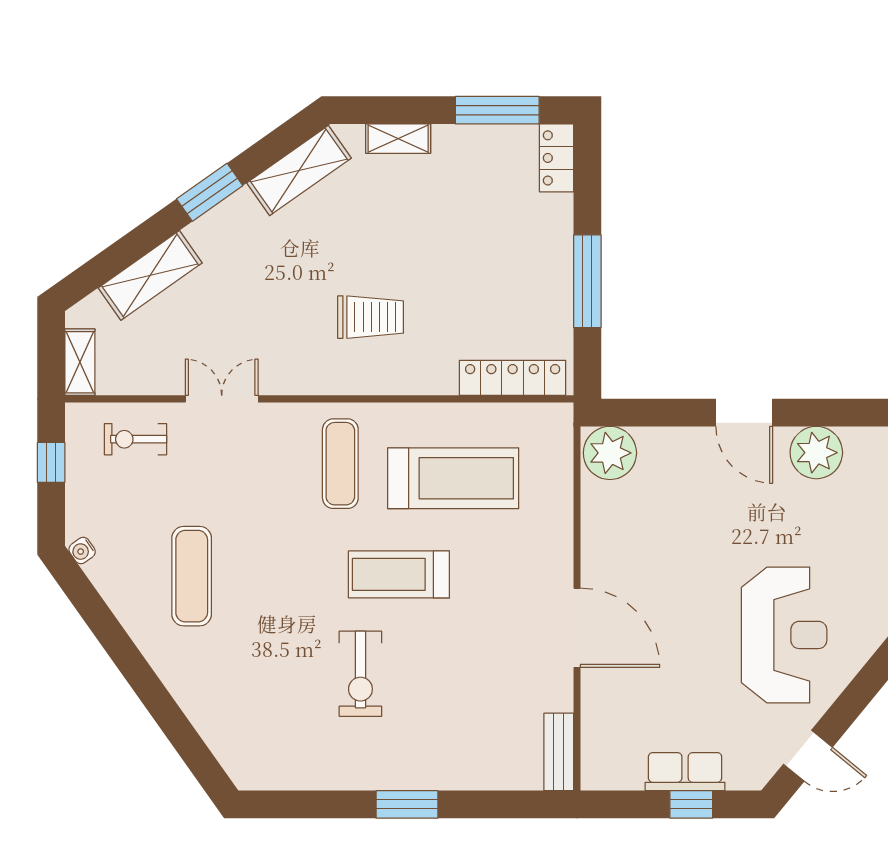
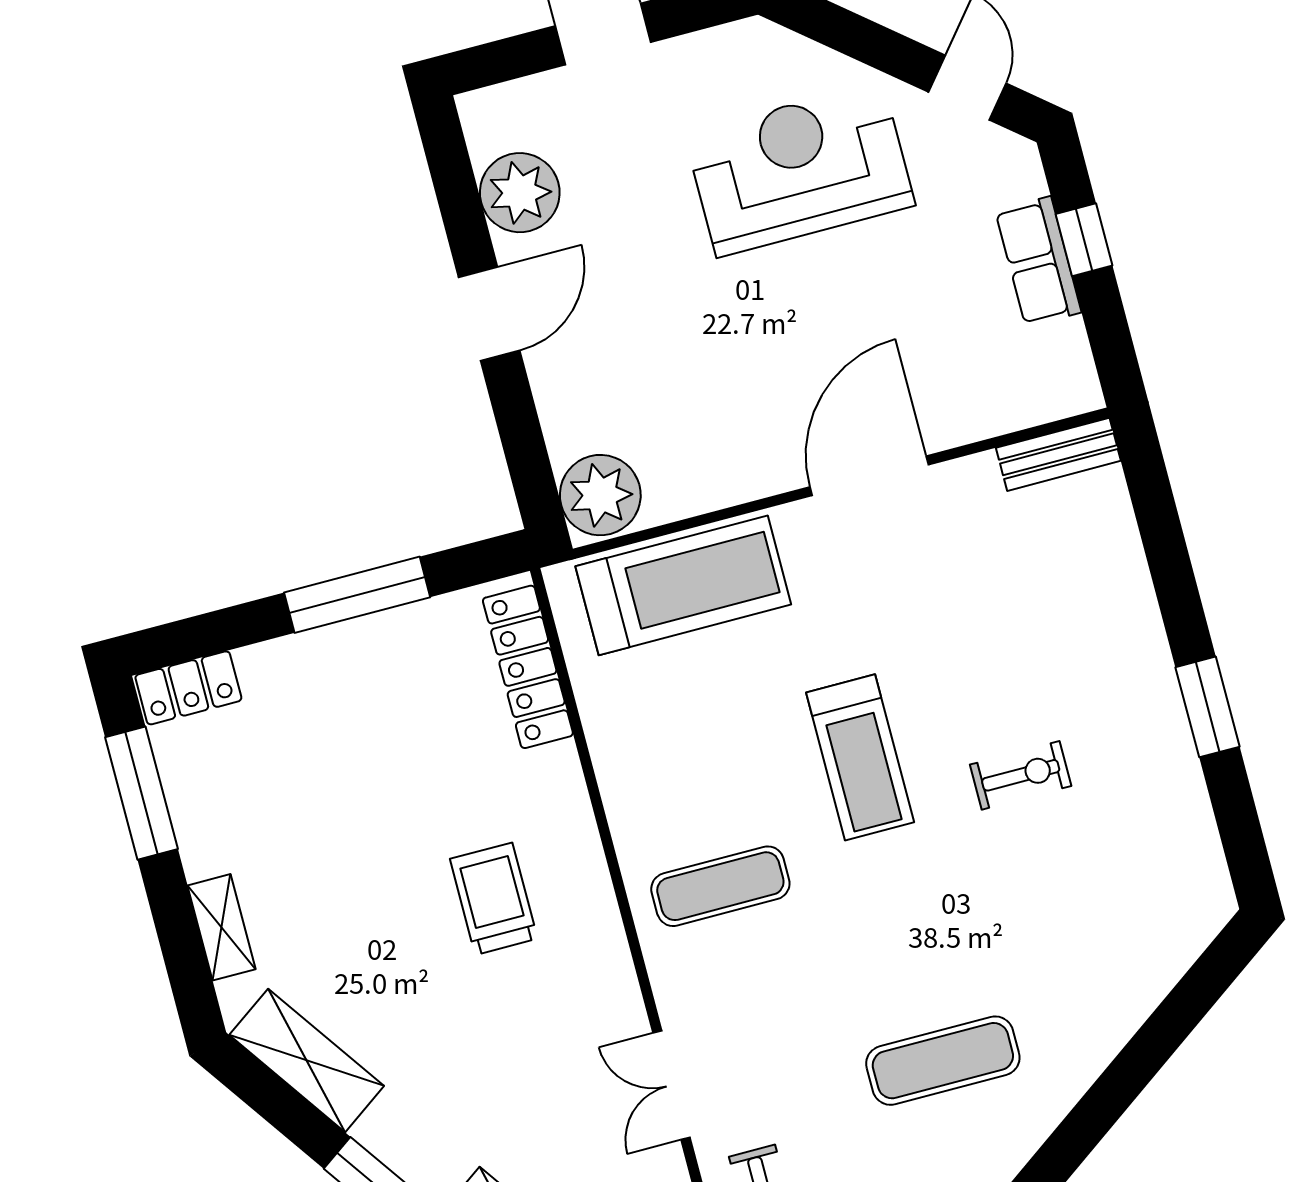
treadmill: (453, 478) -> (683, 585), moved, turned 90
exercise bike: (360, 674) -> (1021, 775), width x0.73, depth x0.72
window: (407, 804) -> (1207, 707), moved

